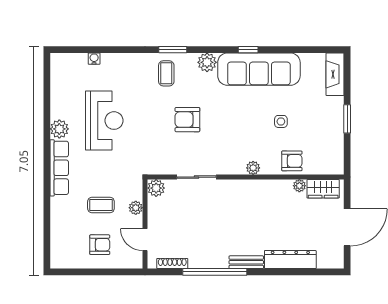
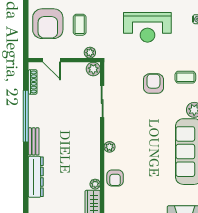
armchair: (187, 120) -> (153, 84), moved
side table: (281, 121) -> (147, 169), removed
plant: (136, 208) -> (90, 53), moved
door: (145, 240) -> (52, 60), swing flipped
armchair: (100, 245) -> (48, 24), width x1.88, depth x1.88

